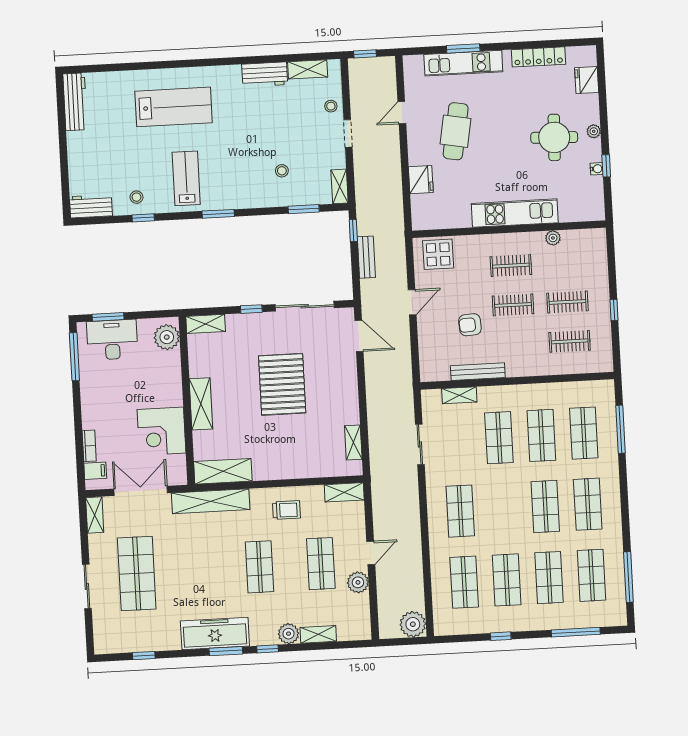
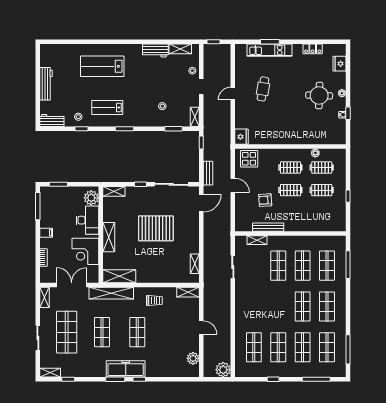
locker: (538, 57) -> (313, 49), width x0.66
workbench: (75, 102) -> (46, 84), moved
lab bench: (174, 107) -> (102, 66), turned 180
door: (402, 113) -> (233, 94), moved
cafe table: (456, 131) -> (263, 89), width x0.73, depth x0.74
lab bench: (186, 178) -> (107, 108), turned -90
fridge: (421, 180) -> (242, 137), moved
kitchen unit: (515, 213) -> (294, 138), removed
bench: (366, 257) -> (208, 173), moved
door: (412, 302) -> (233, 185), hinge flipped
door: (359, 336) -> (201, 203), hinge flipped
desk: (112, 340) -> (87, 220), moved, turned 90
clothes rail: (570, 341) -> (322, 168), moved
pallet: (282, 384) -> (156, 228), turned 90
filing cabinet: (95, 471) -> (46, 233), moved
shop shelf: (460, 511) -> (254, 306), removed
door: (371, 553) -> (201, 328), hinge flipped
shop shelf: (321, 564) -> (102, 332), moved
plant: (358, 582) -> (193, 358), moved
freezer: (215, 634) -> (126, 369), moved
plant: (289, 634) -> (152, 371), removed
shelving: (318, 634) -> (50, 373), moved

